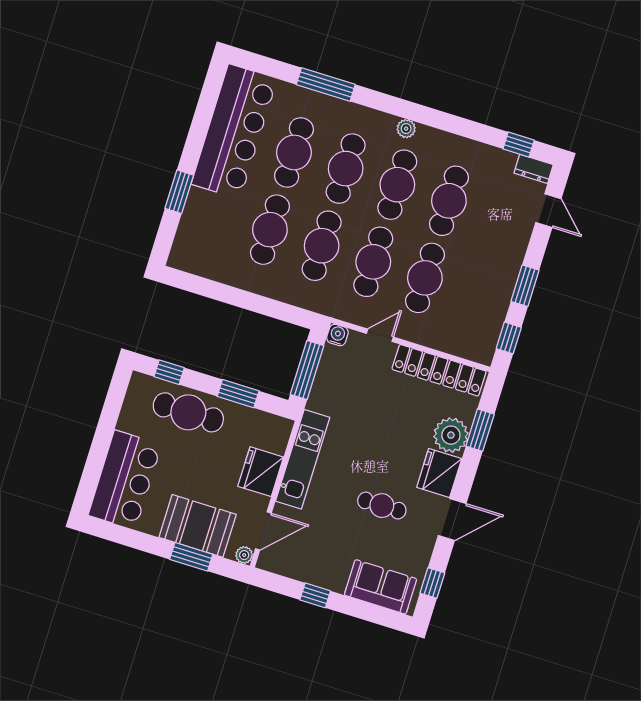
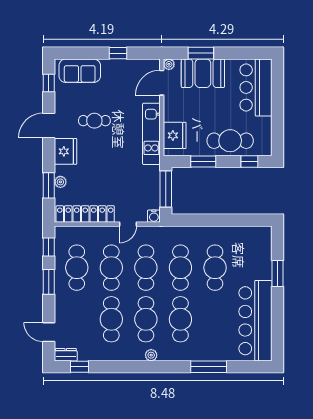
cafe table: (294, 152) -> (77, 268), moved
plant: (451, 435) -> (60, 182), width x0.53, depth x0.53
fridge: (261, 472) -> (175, 135), moved

